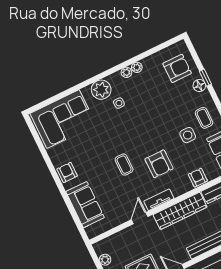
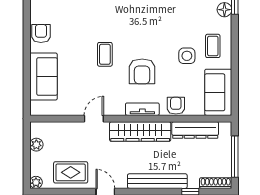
tv unit: (159, 200) -> (142, 109), moved

